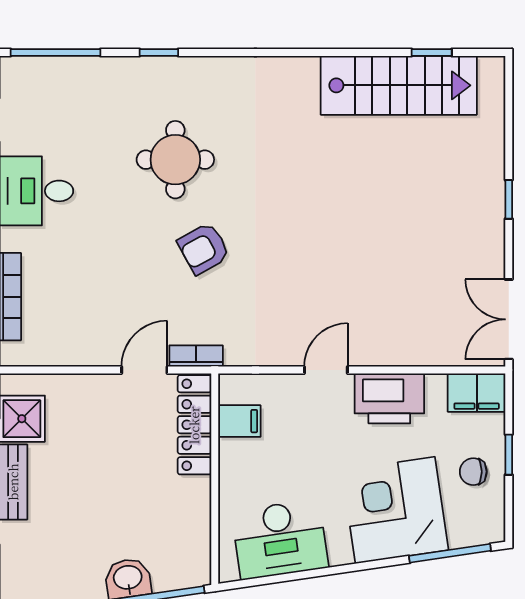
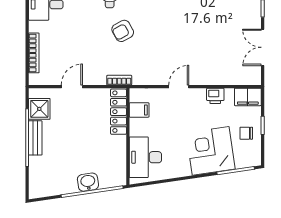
double door: (509, 319) -> (263, 47), moved
door: (144, 370) -> (72, 87), moved
printer: (389, 398) -> (215, 96), width x0.53, depth x0.68
desk: (280, 539) -> (145, 157), moved, turned 98

